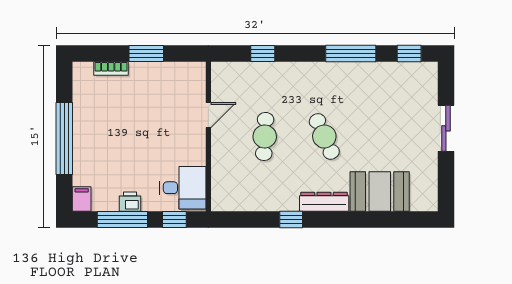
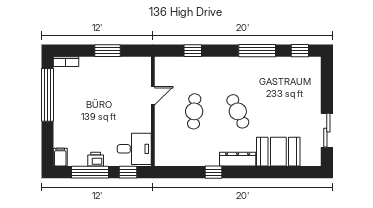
bookcase: (111, 68) -> (66, 62), moved
sliding door: (446, 128) -> (327, 130), moved
window: (64, 138) -> (47, 95), moved

